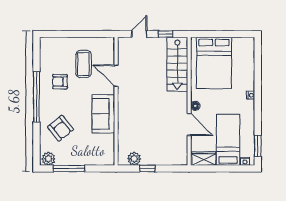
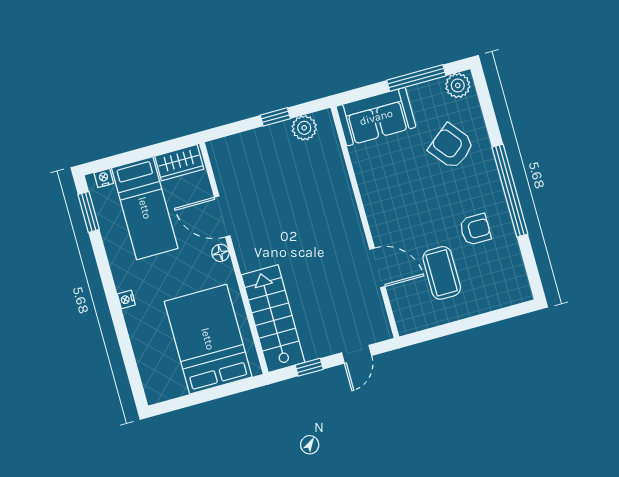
sofa: (103, 114) -> (376, 117), moved, turned 90

